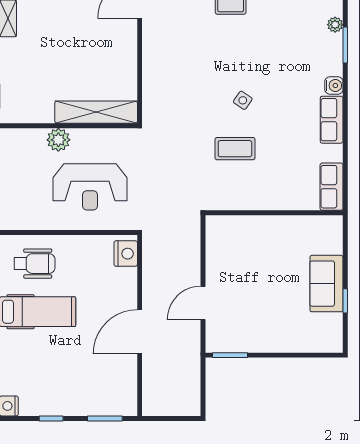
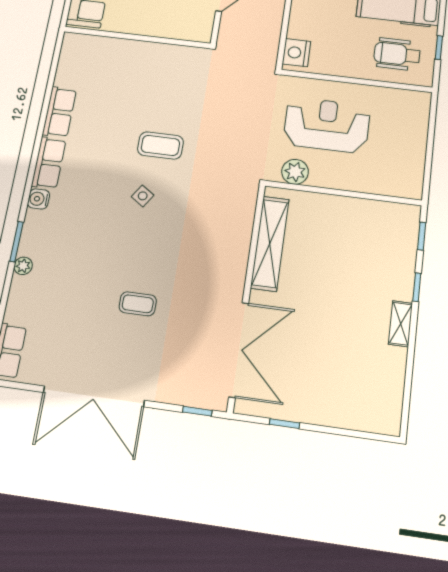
shelving: (96, 112) -> (270, 243), moved, turned 90
plant: (58, 140) -> (295, 172), moved
row of seats: (332, 187) -> (59, 112), moved
wall: (274, 213) -> (137, 37), moved

